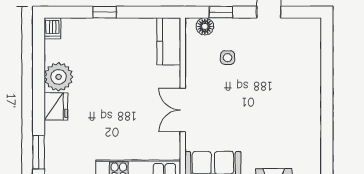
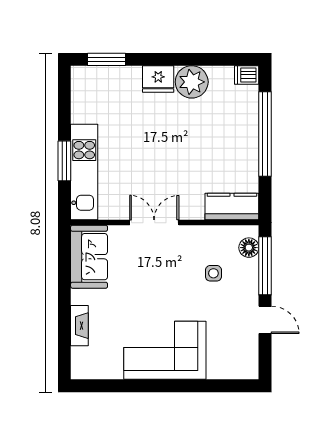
window: (105, 12) -> (265, 134), width x3.17
window: (221, 12) -> (265, 266), width x2.17
corner sofa: (296, 101) -> (165, 350), added

